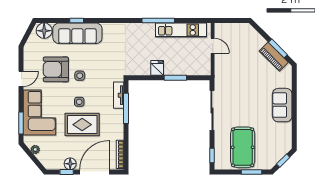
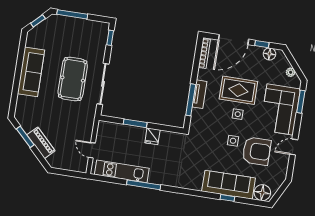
piano: (274, 57) -> (41, 143), moved
tv unit: (119, 95) -> (199, 94), moved
sofa: (282, 105) -> (31, 72), width x1.36
pool table: (243, 147) -> (73, 79), moved
floor lamp: (70, 164) -> (269, 54), moved
window: (251, 172) -> (72, 14), width x1.44

